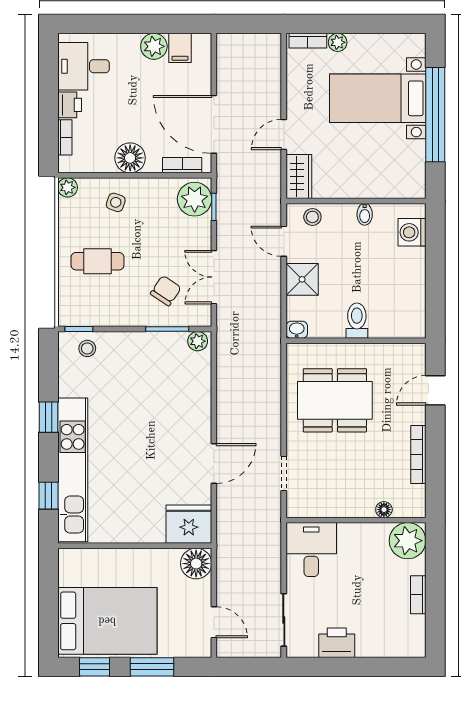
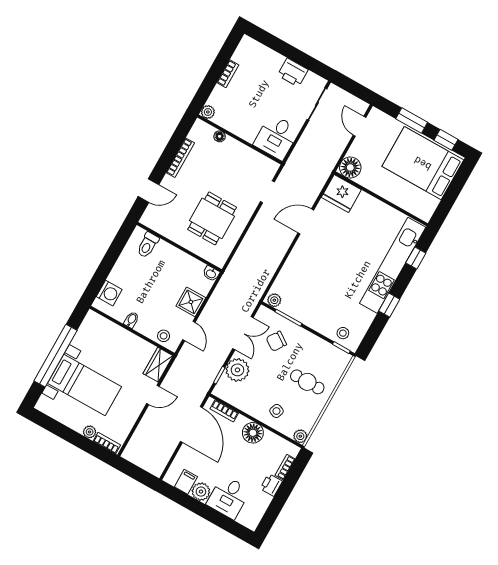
desk: (83, 66) -> (228, 497), moved, turned 90
plant: (195, 199) -> (237, 370), moved
toilet: (357, 321) -> (148, 245), moved
dining table: (335, 400) -> (212, 218), width x0.73
plant: (408, 541) -> (208, 112), width x0.53, depth x0.53

